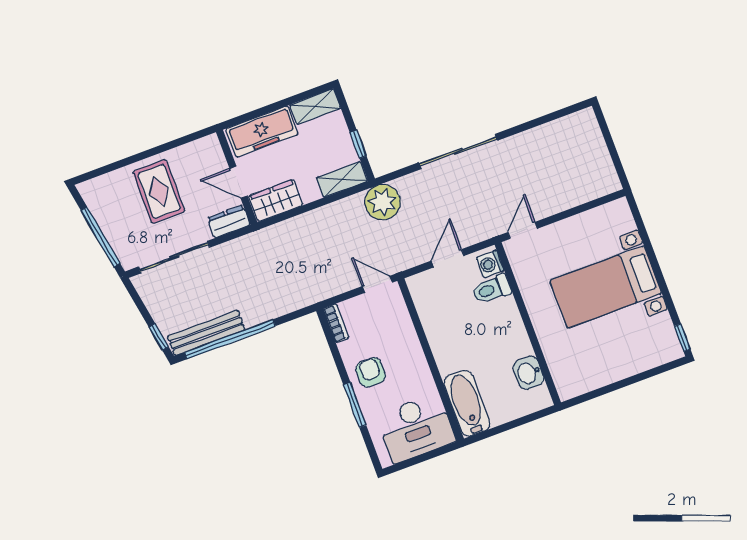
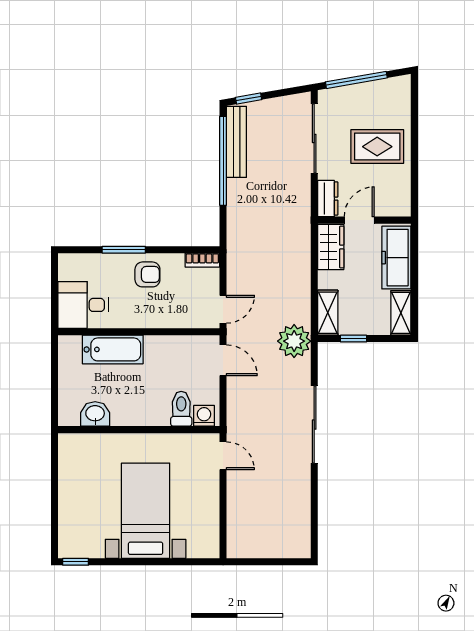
door: (448, 258) -> (223, 360), moved
bathtub: (467, 403) -> (113, 349), moved
desk: (416, 428) -> (83, 305), width x0.73

